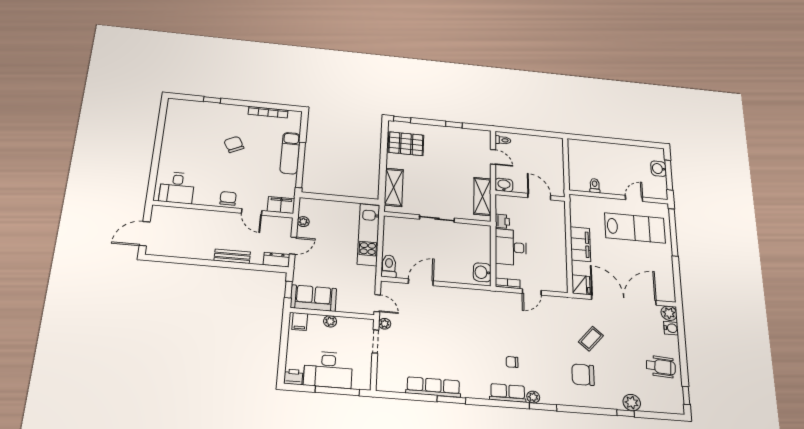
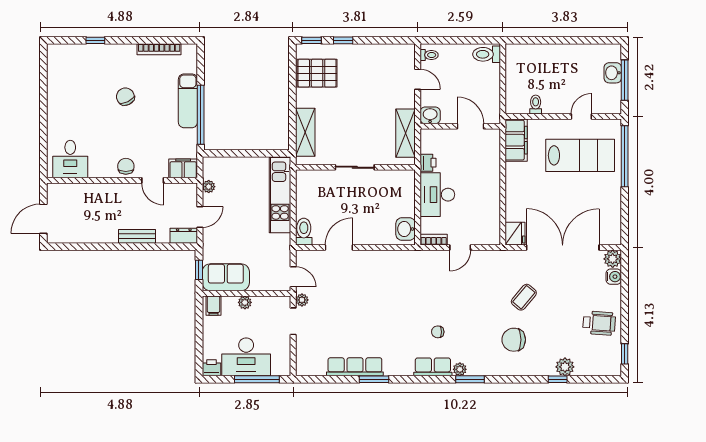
window: (454, 125) -> (343, 40), moved
toilet: (552, 145) -> (487, 54), added
filing cabinet: (580, 244) -> (516, 140), moved

